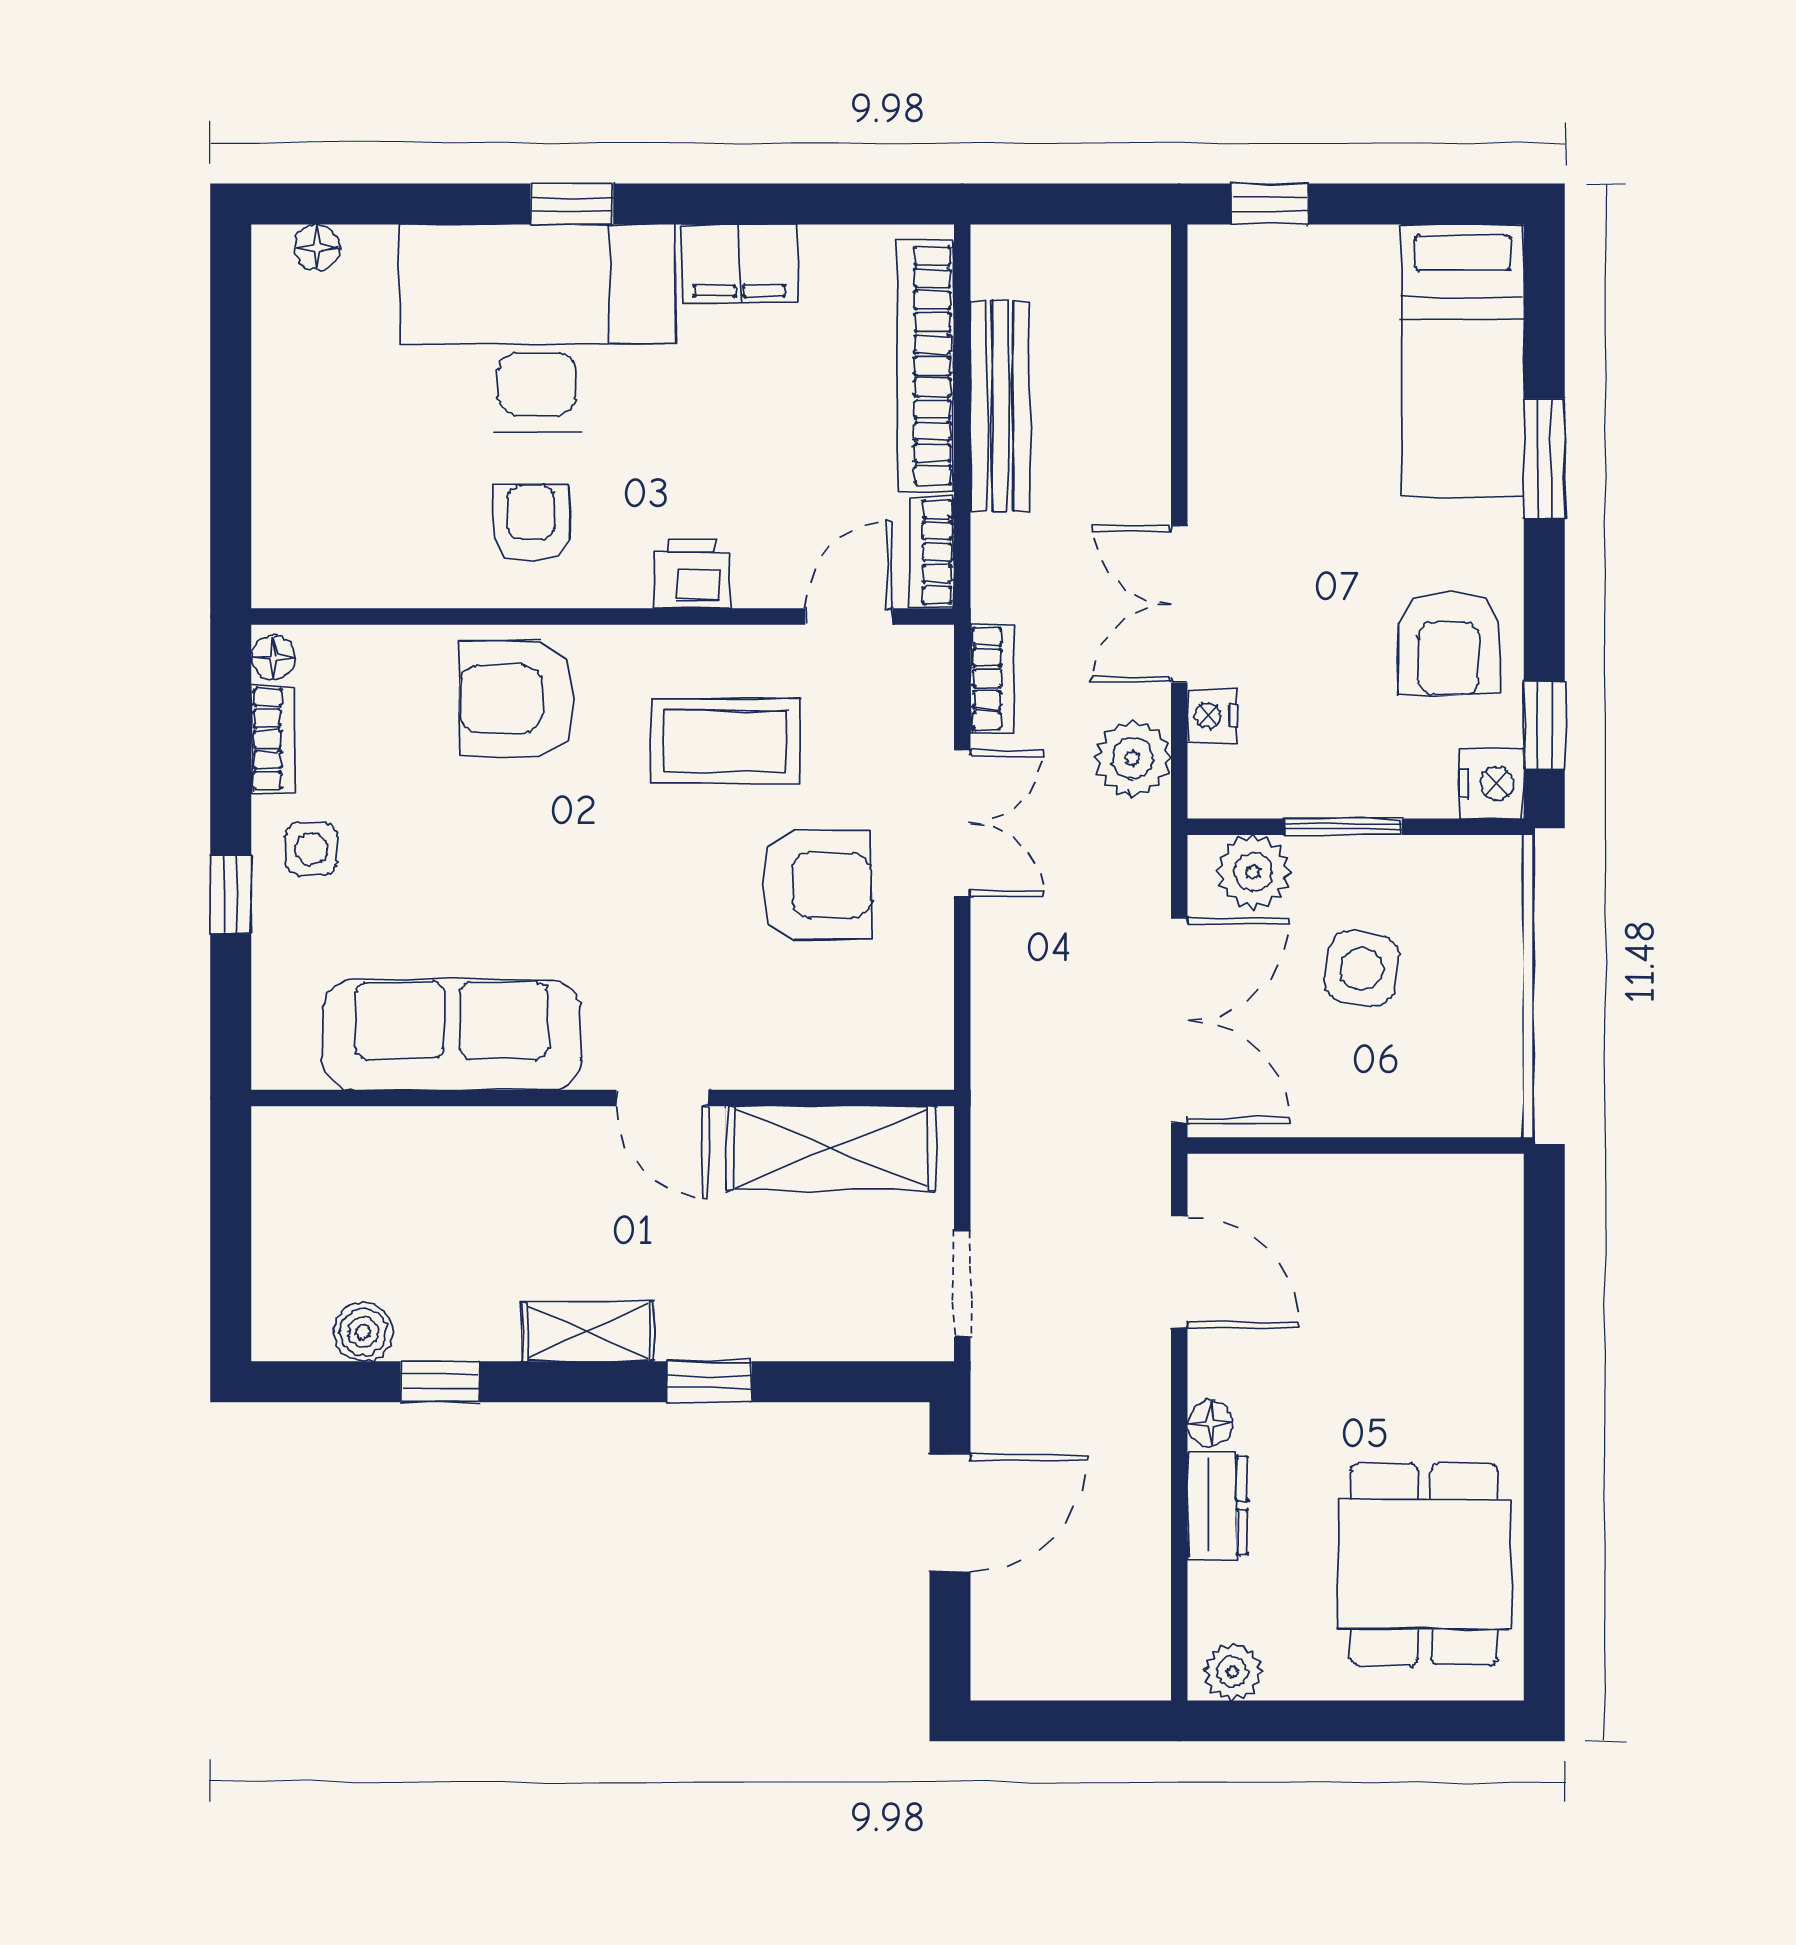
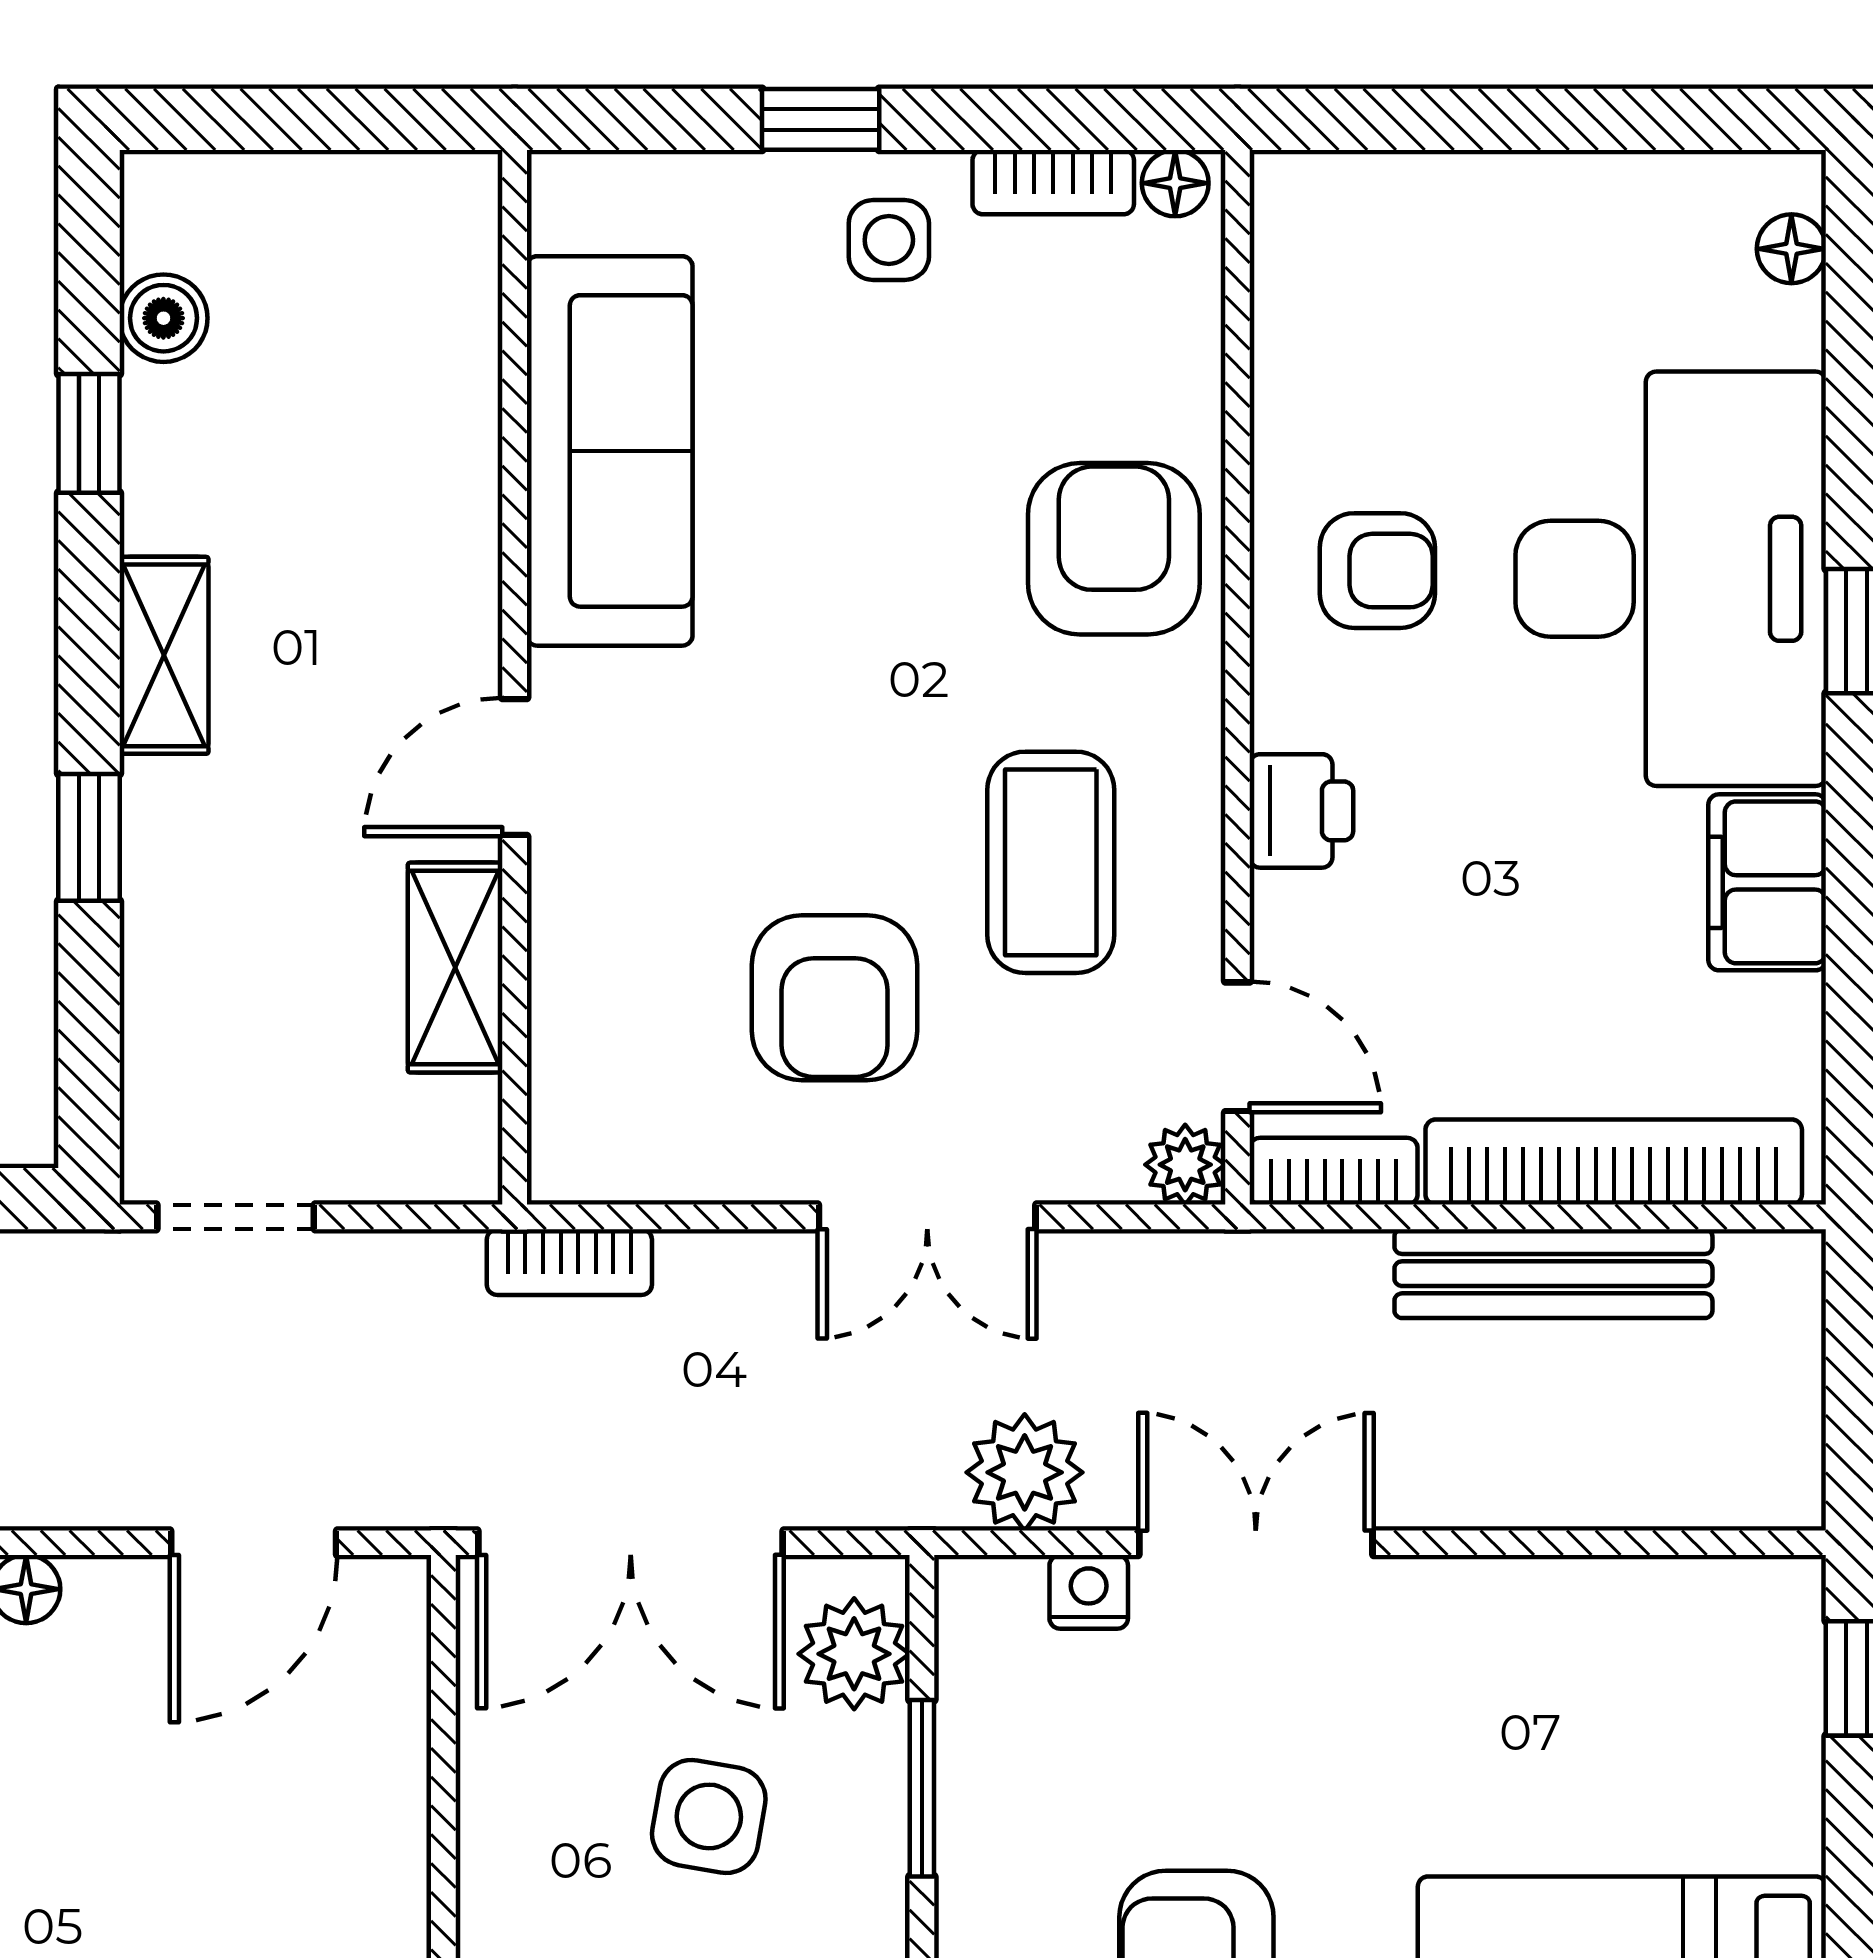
plant: (927, 651) -> (1185, 1165), added
bookcase: (992, 679) -> (569, 1262), moved
shelving: (831, 1148) -> (455, 968), width x0.67, depth x0.75

